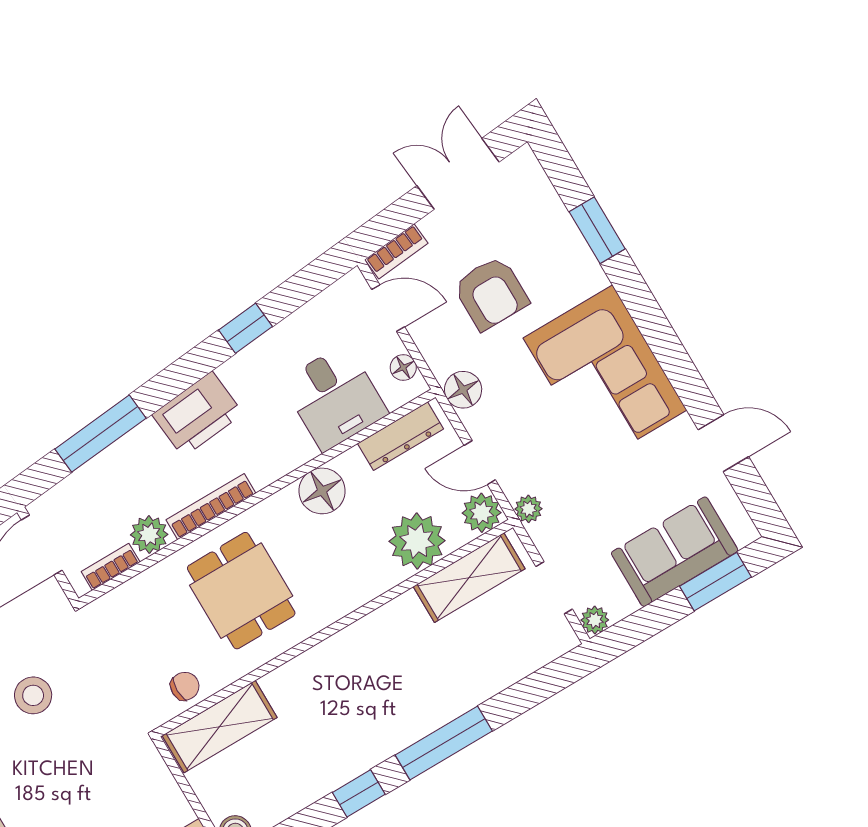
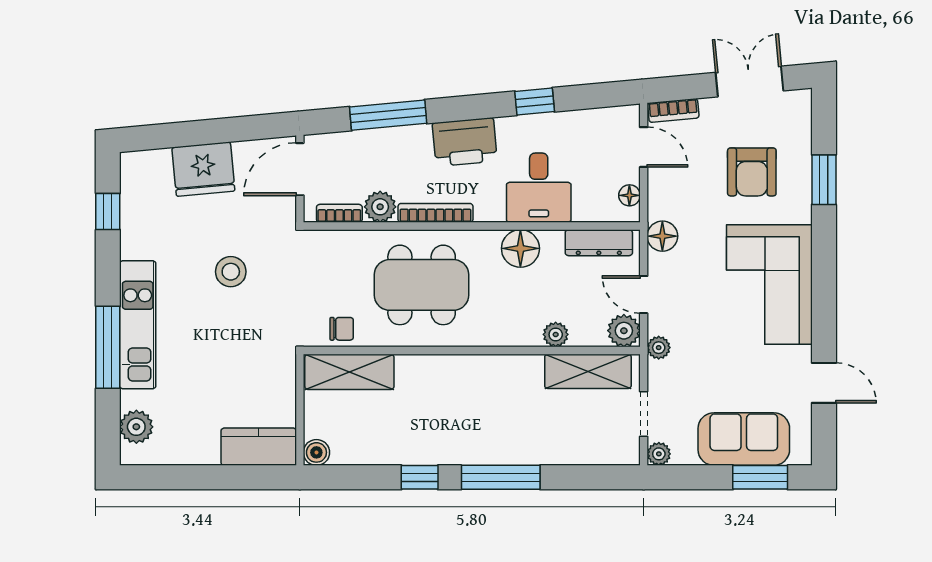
armchair: (491, 293) -> (752, 172), moved
desk: (335, 397) -> (539, 188), moved
plant: (417, 541) -> (556, 334), width x0.53, depth x0.53
dining table: (241, 591) -> (422, 285), width x1.37

